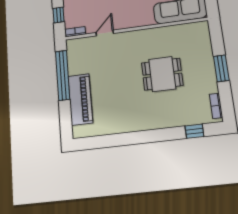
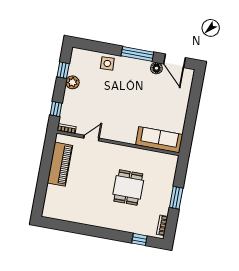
dining table: (162, 74) -> (128, 187), turned 90
window: (63, 75) -> (46, 162), removed
piano: (80, 99) -> (60, 164), moved

